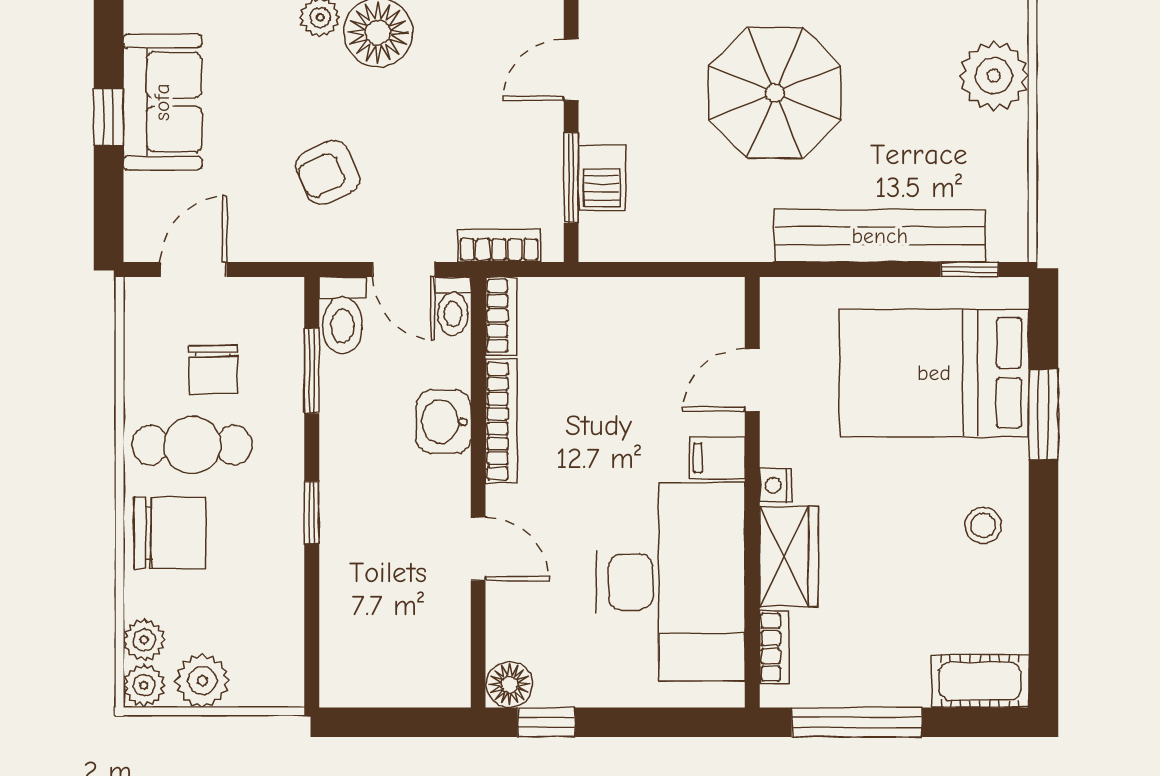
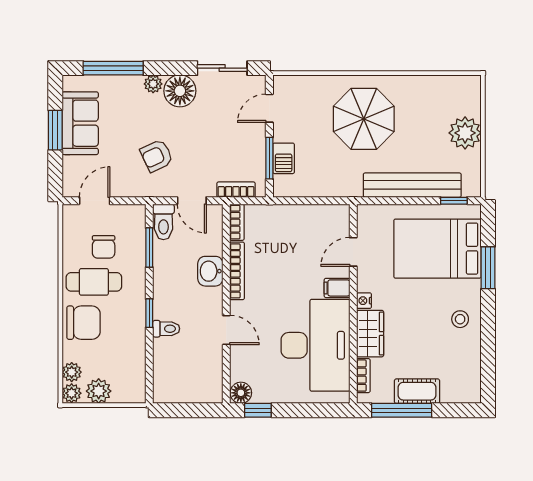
plant: (994, 76) -> (465, 133), moved
window: (109, 117) -> (55, 130), width x1.50
toilet: (453, 306) -> (166, 329), moved, turned -90
cot: (980, 681) -> (417, 391), moved

